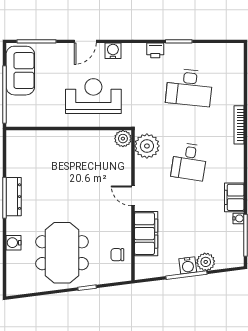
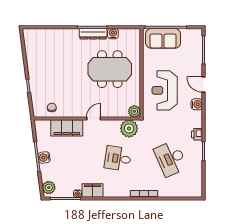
sofa: (20, 71) -> (163, 38), moved
desk: (189, 88) -> (171, 159), turned -30
reception desk: (93, 96) -> (165, 90), turned 180
water cooler: (14, 243) -> (113, 34), moved
meeting table: (62, 253) -> (110, 69), moved
plant: (206, 262) -> (49, 188), moved

